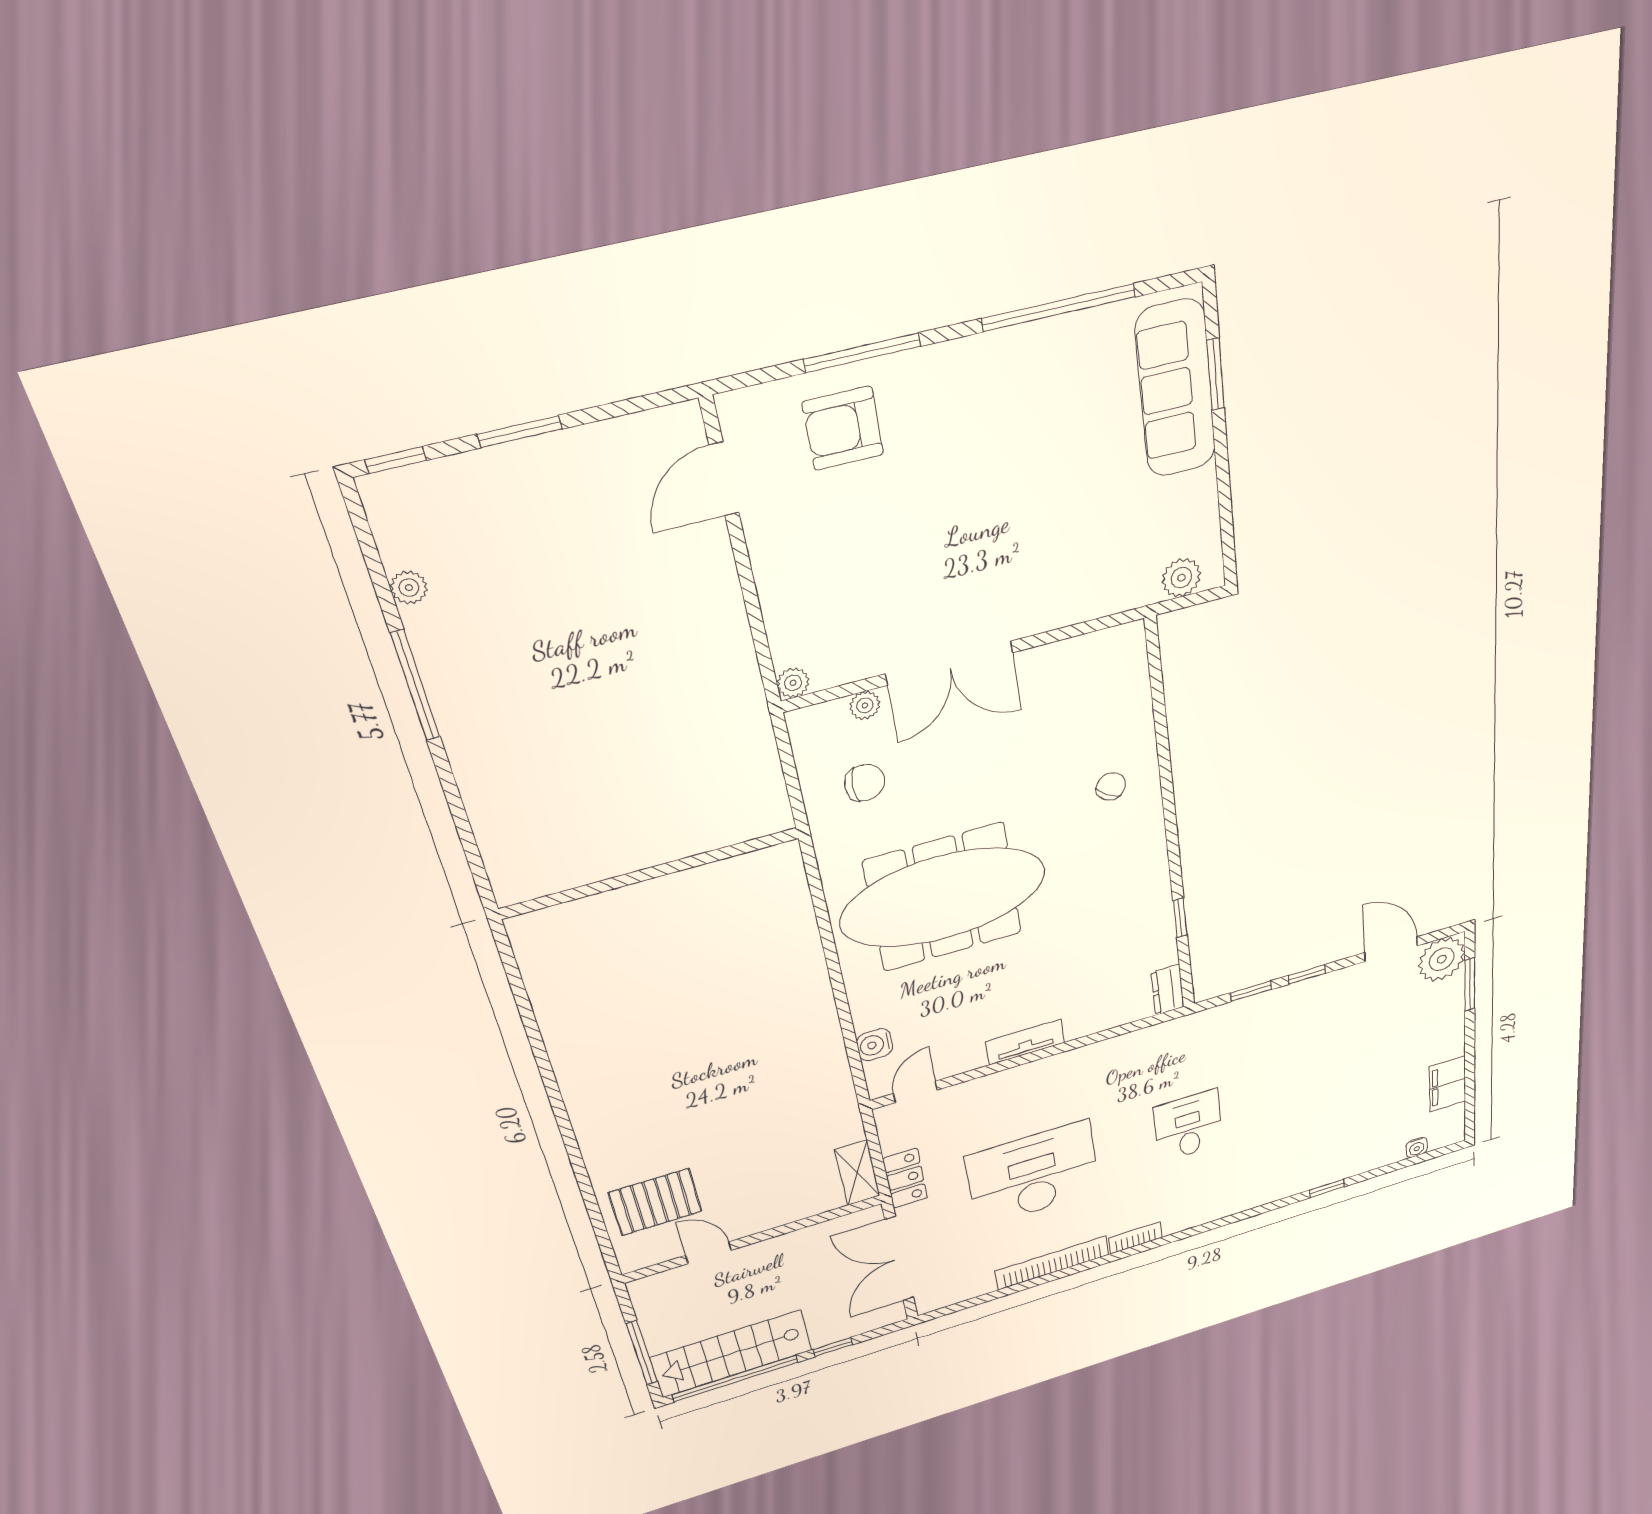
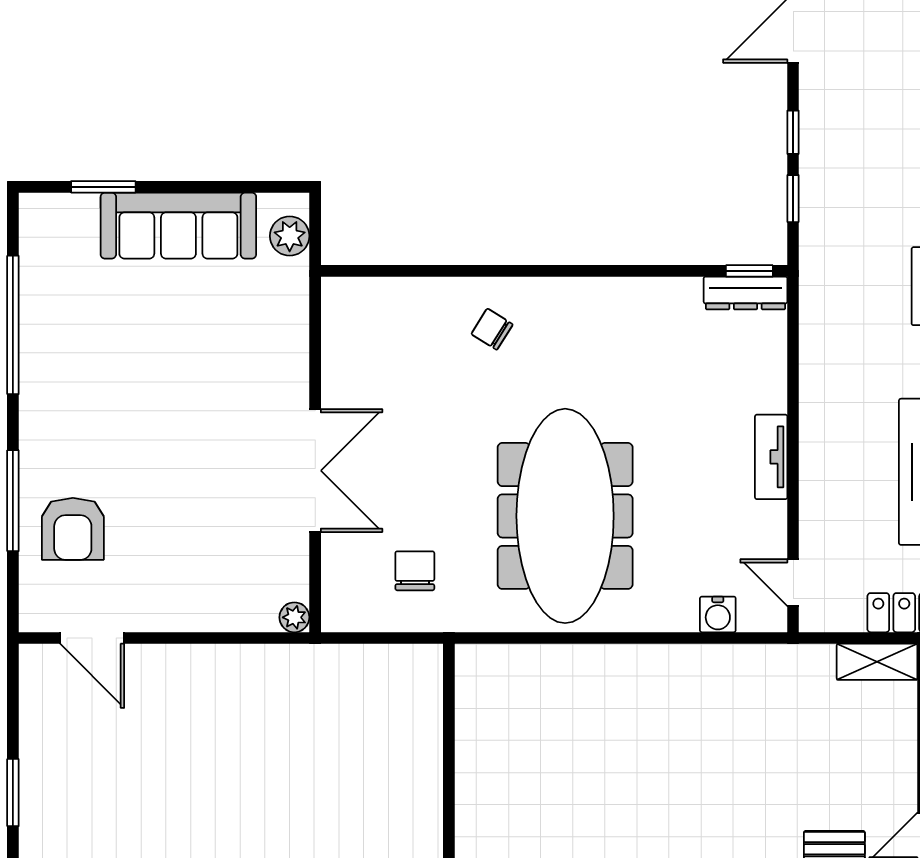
sofa: (1176, 389) -> (178, 226), moved
plant: (865, 705) -> (335, 556), removed
window: (1180, 918) -> (749, 271), moved
dresser: (1168, 990) -> (745, 293), width x1.44

